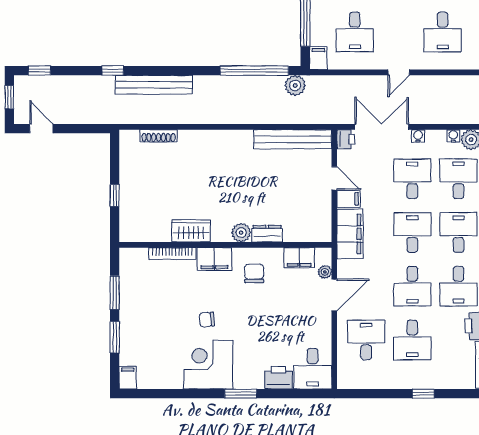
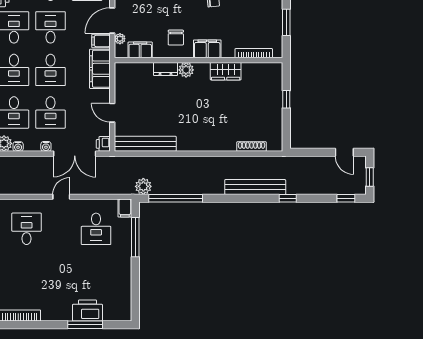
desk: (355, 32) -> (96, 229), turned 180
filing cabinet: (349, 199) -> (101, 41), moved
bookcase: (172, 254) -> (254, 53), moved

